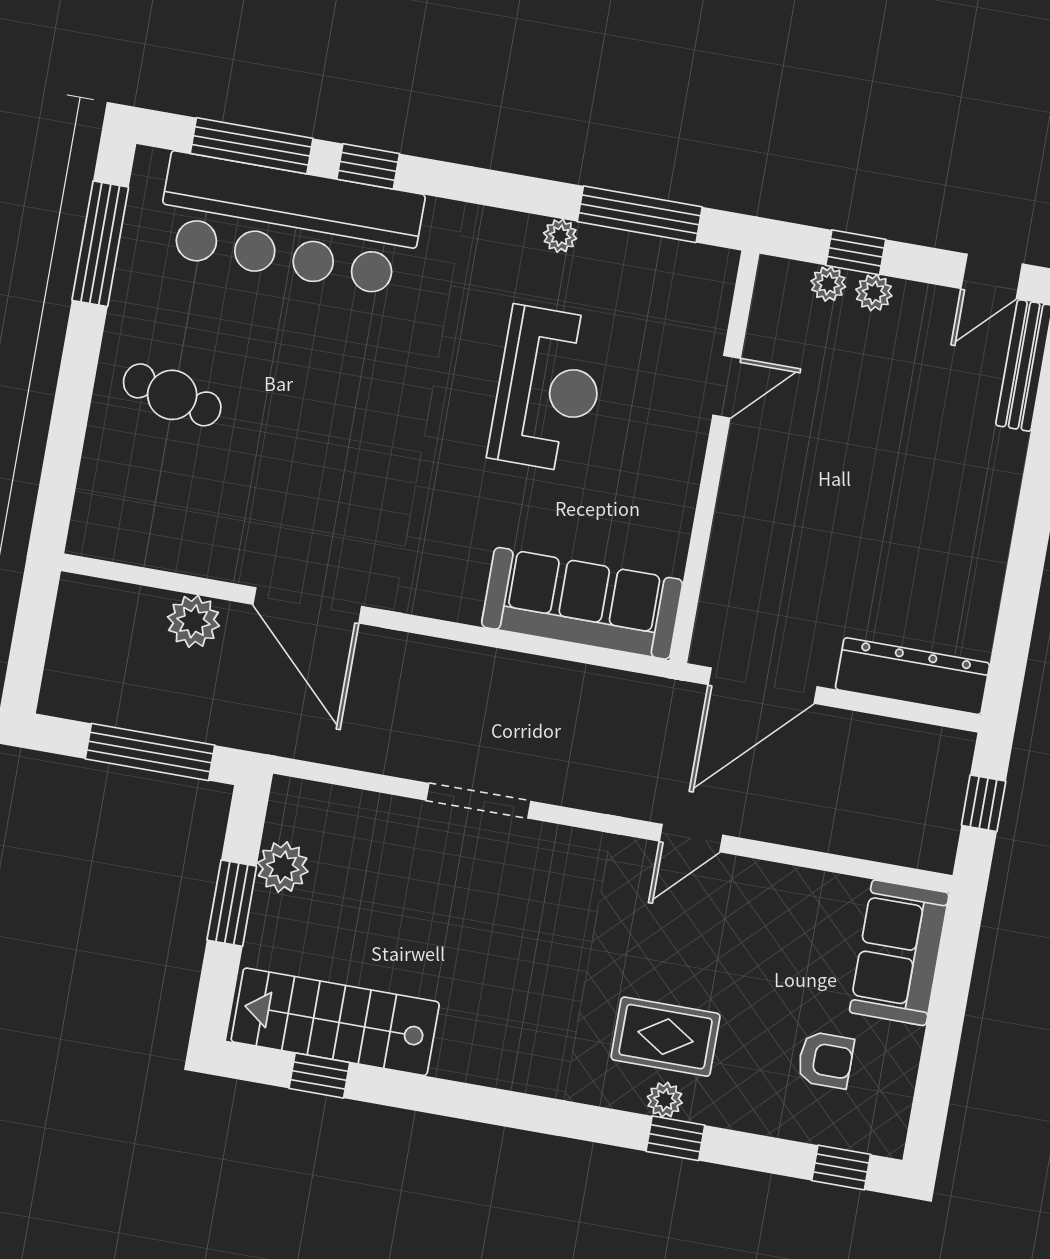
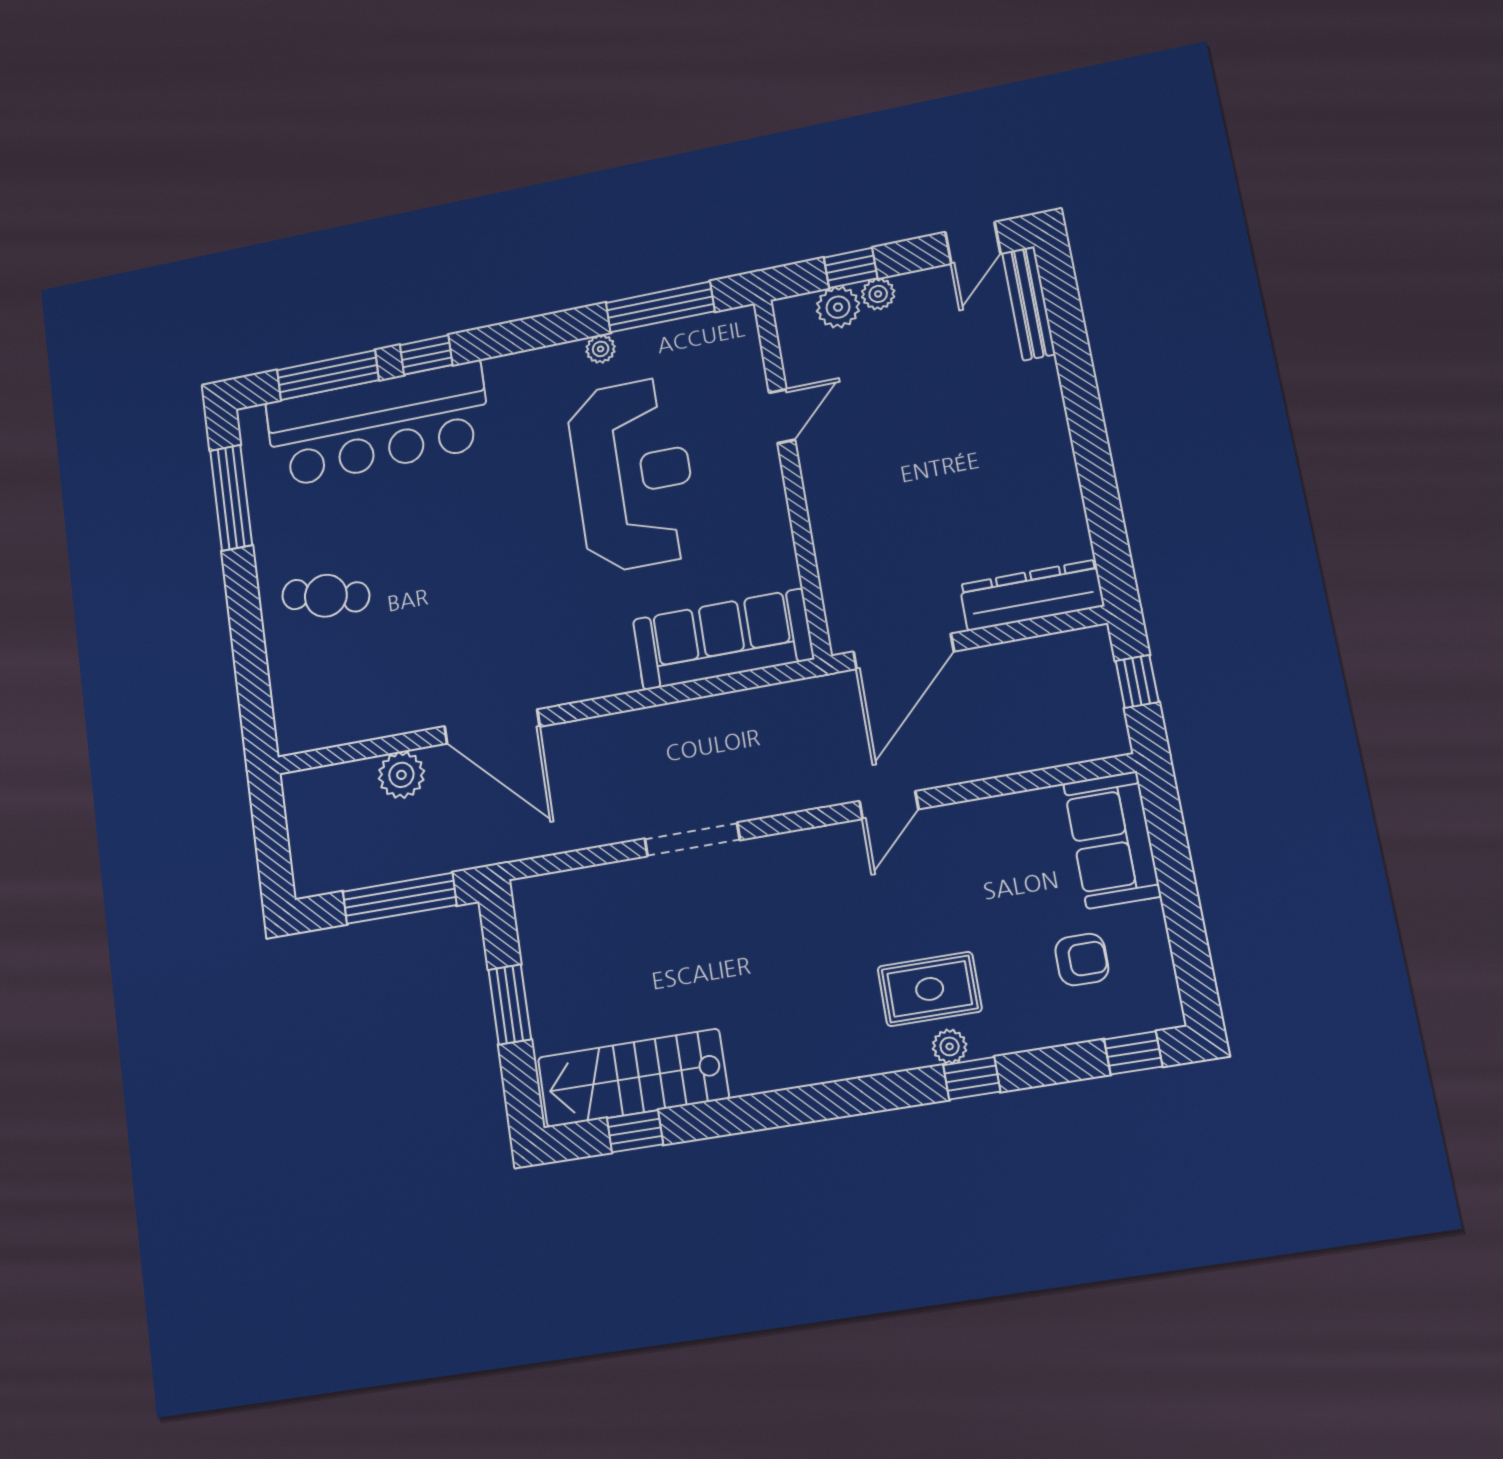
plant: (828, 284) -> (838, 307), width x1.38, depth x1.38
reception desk: (548, 389) -> (633, 475), width x1.36, depth x1.30
plant: (283, 867) -> (543, 957), removed

